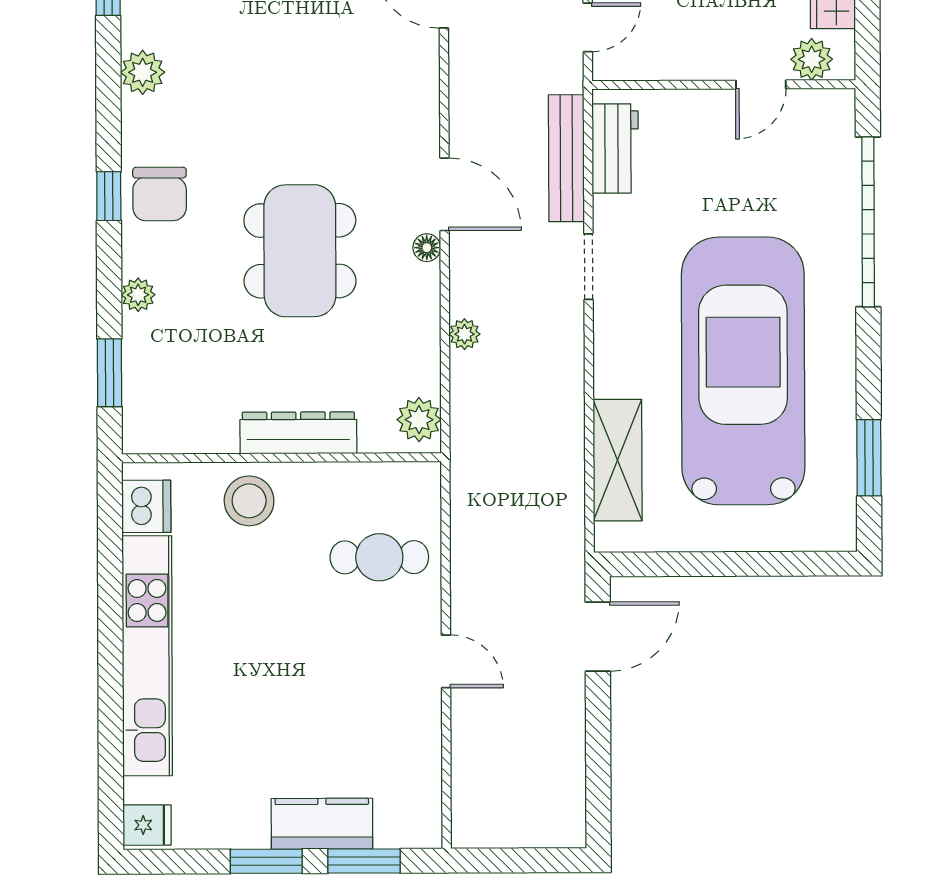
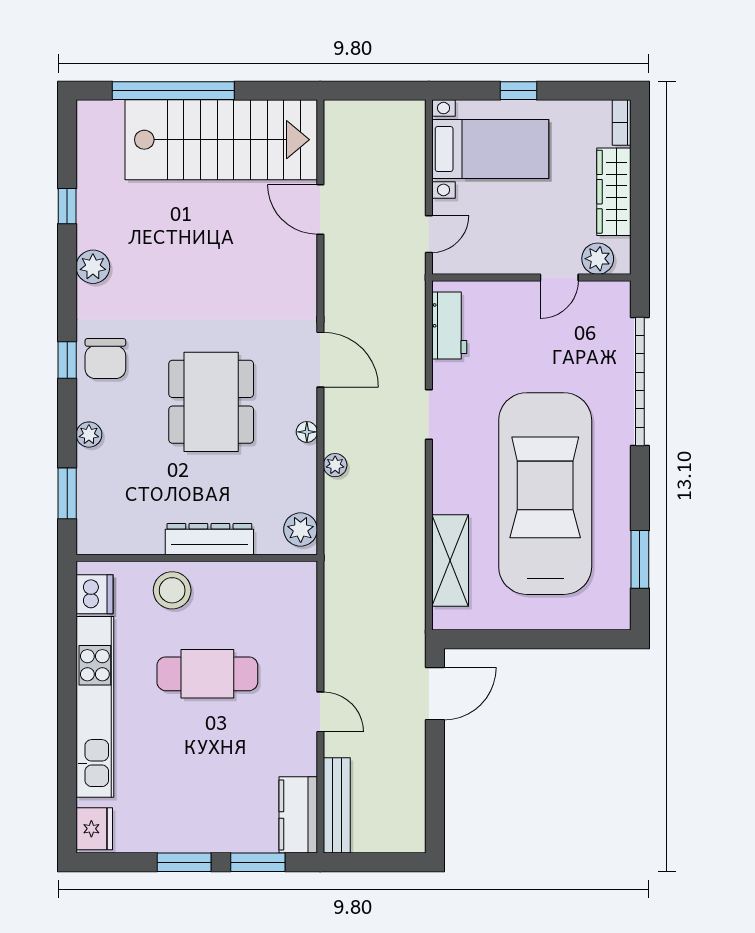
bench: (566, 158) -> (337, 805), moved
floor lamp: (427, 248) -> (307, 432), moved
cafe table: (379, 557) -> (207, 674), moved, width x1.37, depth x1.35
kitchen counter: (322, 824) -> (298, 815), moved, turned -90
fridge: (147, 825) -> (94, 829), width x1.38

